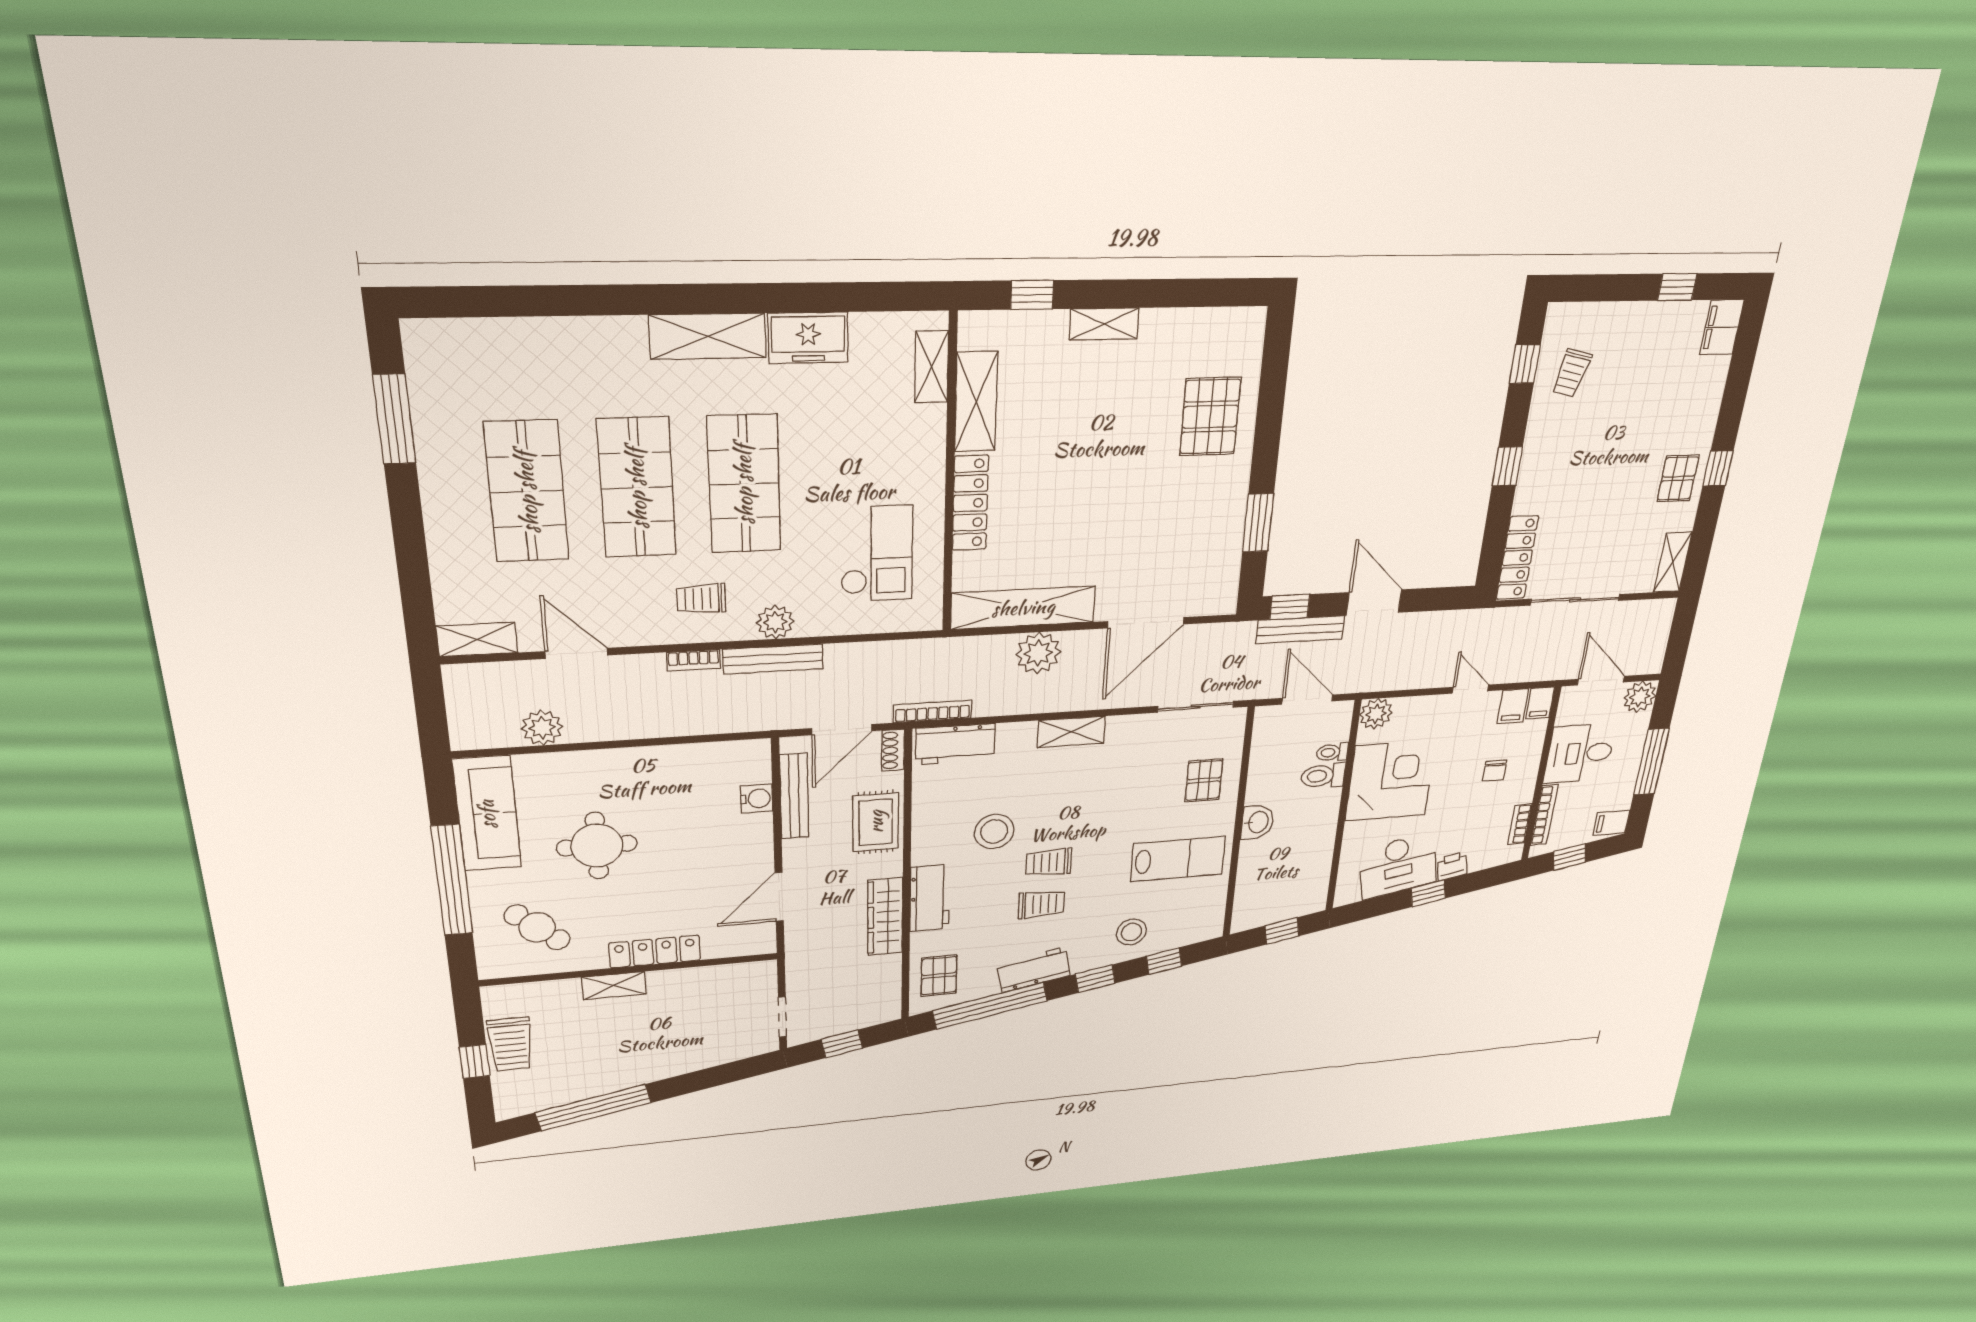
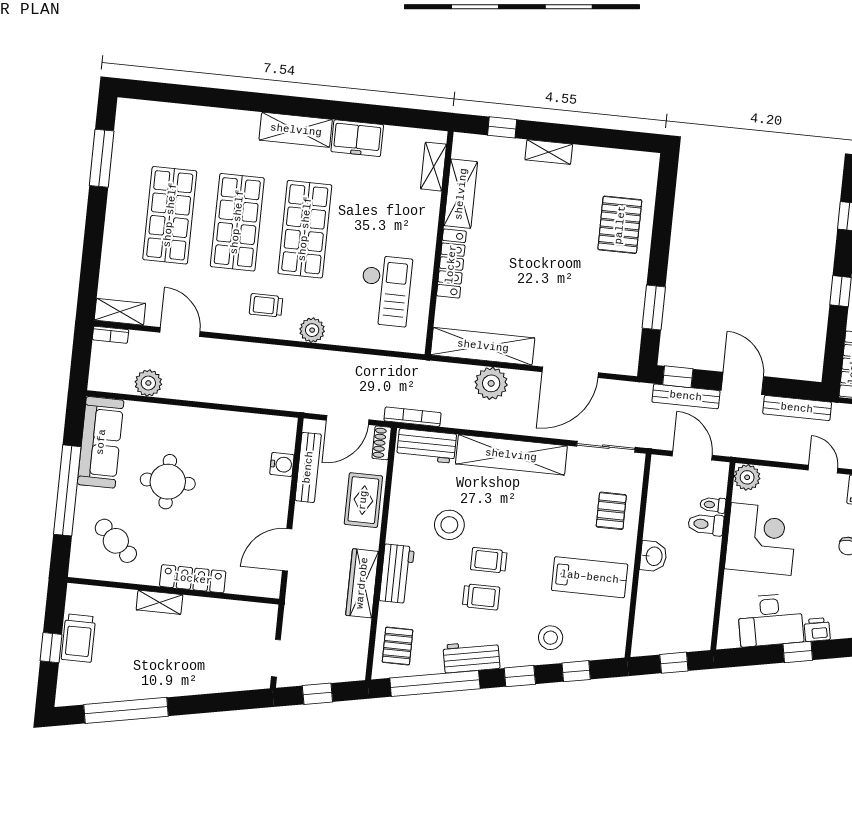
bench: (773, 659) -> (797, 408), moved
bookcase: (694, 660) -> (111, 335), moved
shelving: (1071, 732) -> (511, 455), width x2.20, depth x1.33

